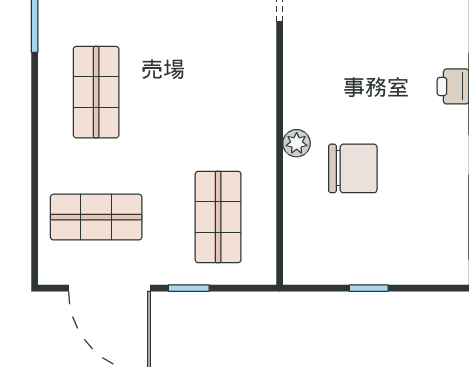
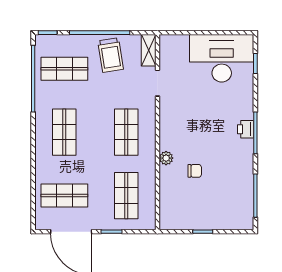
shop shelf: (218, 92) -> (126, 132), added
chair: (353, 168) -> (195, 171), width x0.54, depth x0.54

